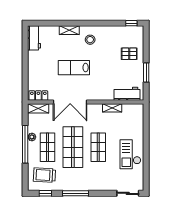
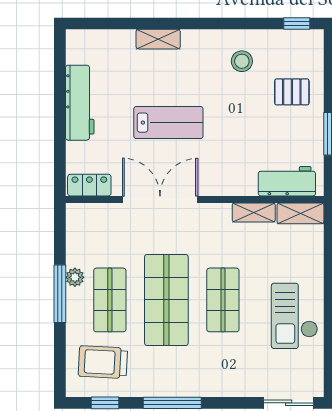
workbench: (34, 38) -> (80, 103), moved, width x1.38
stool: (90, 40) -> (242, 61), moved
lab bench: (74, 68) -> (168, 123), turned 180
double door: (70, 102) -> (160, 199), swing flipped
shelving: (38, 108) -> (300, 213), moved
window: (25, 144) -> (60, 294), width x0.68

